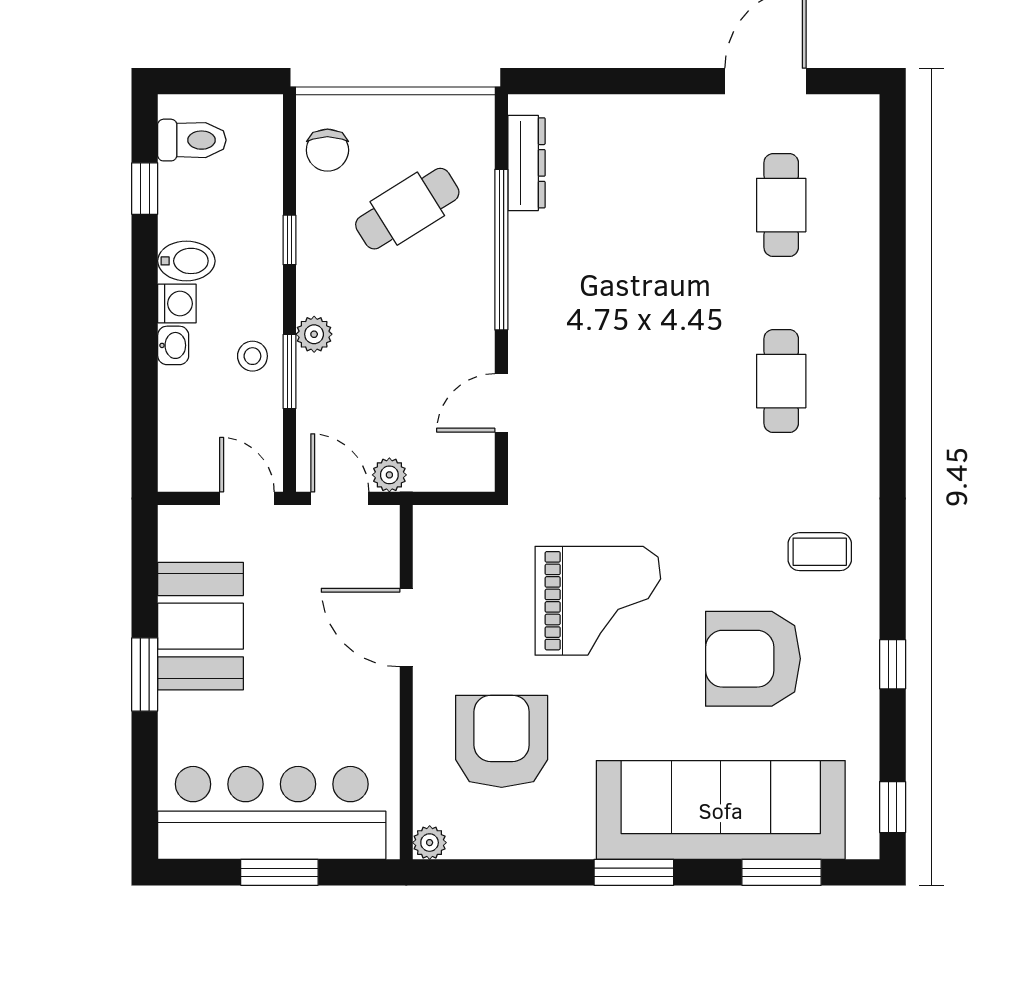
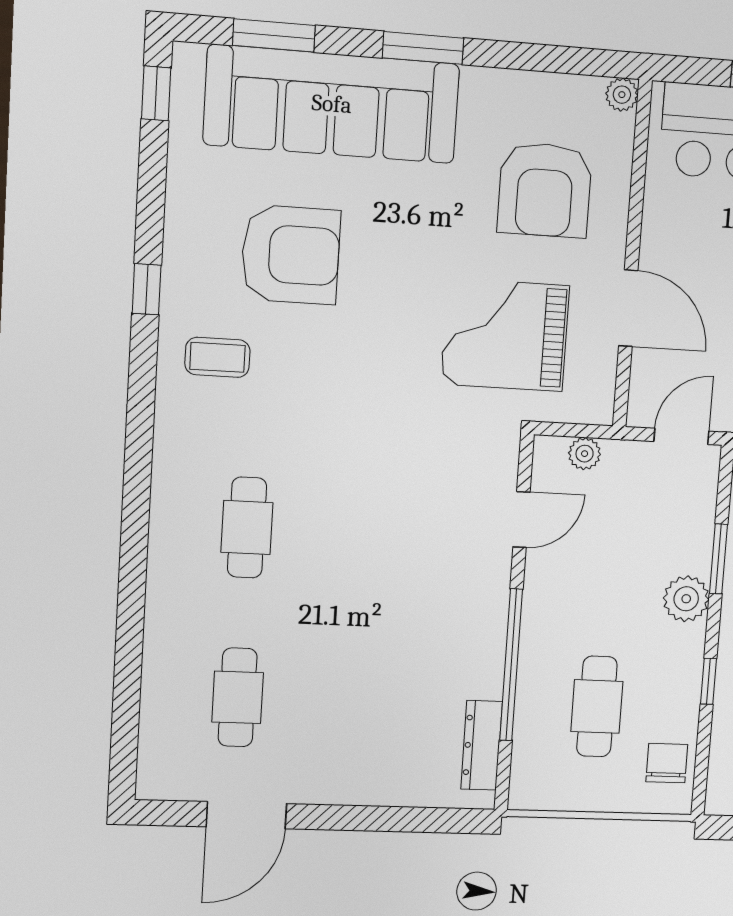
cafe table: (407, 209) -> (597, 706), turned -58
plant: (314, 334) -> (686, 599), width x1.38, depth x1.38
plant: (389, 475) -> (585, 454), moved
door: (340, 498) -> (681, 436), swing flipped
grand piano: (598, 601) -> (505, 335), moved
window: (893, 664) -> (147, 289), moved

